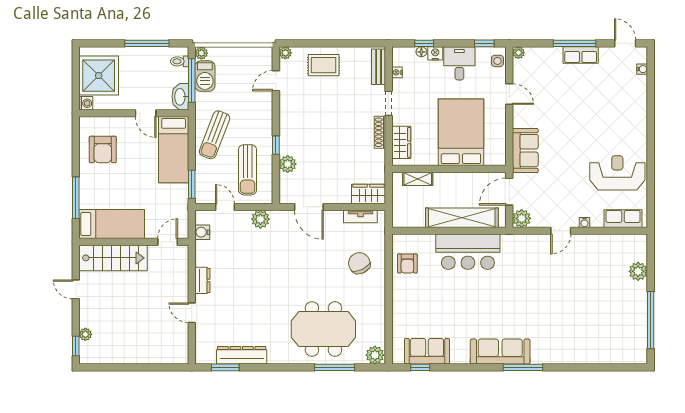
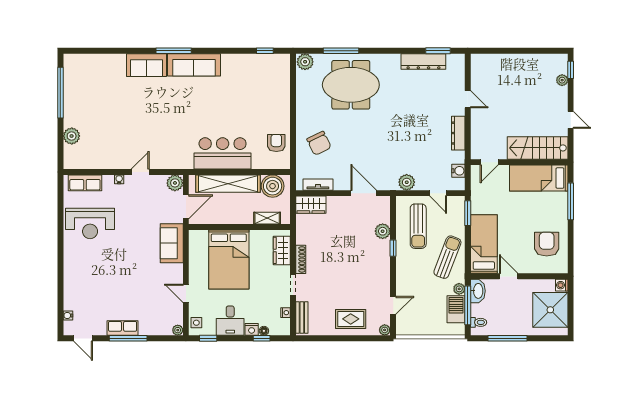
plant: (201, 53) -> (459, 289), moved
sun lounger: (248, 170) -> (418, 226), turned 180
boiler: (412, 215) -> (273, 186), added
dresser: (202, 280) -> (458, 133), width x1.44
sofa: (427, 351) -> (147, 65), moved

